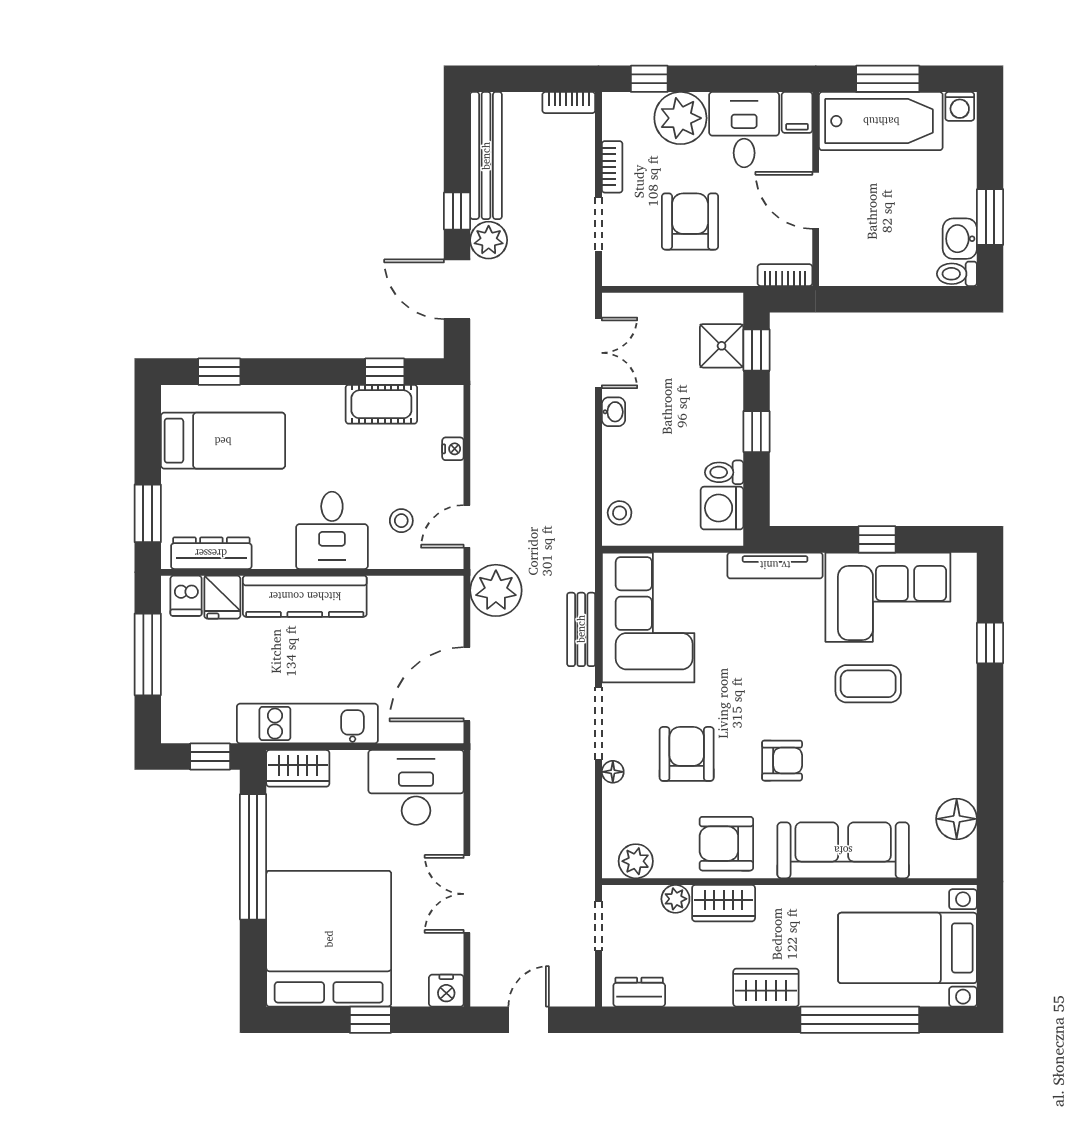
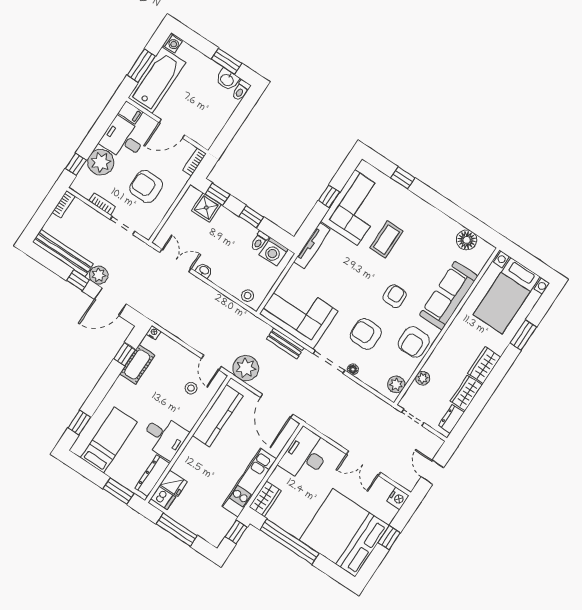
nightstand: (453, 449) -> (153, 333), moved
desk: (332, 530) -> (164, 437), moved
kitchen counter: (305, 596) -> (218, 416), moved
wardrobe: (724, 903) -> (466, 393), moved, turned 180
window: (860, 1020) -> (523, 335), width x0.47

